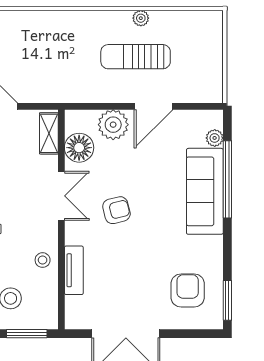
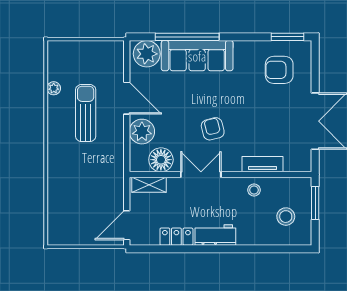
plant: (141, 18) -> (54, 88), moved
sun lounger: (136, 57) -> (86, 113), turned 180
plant: (215, 138) -> (147, 54), width x1.88, depth x1.88

